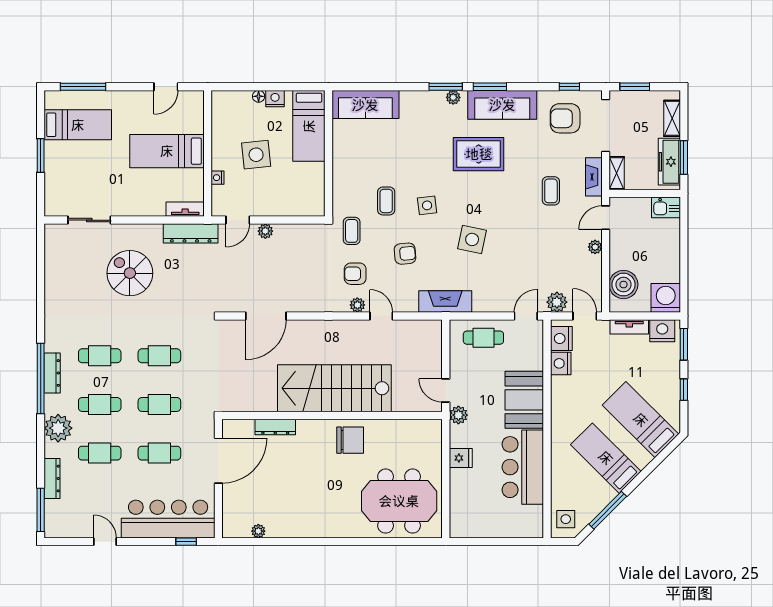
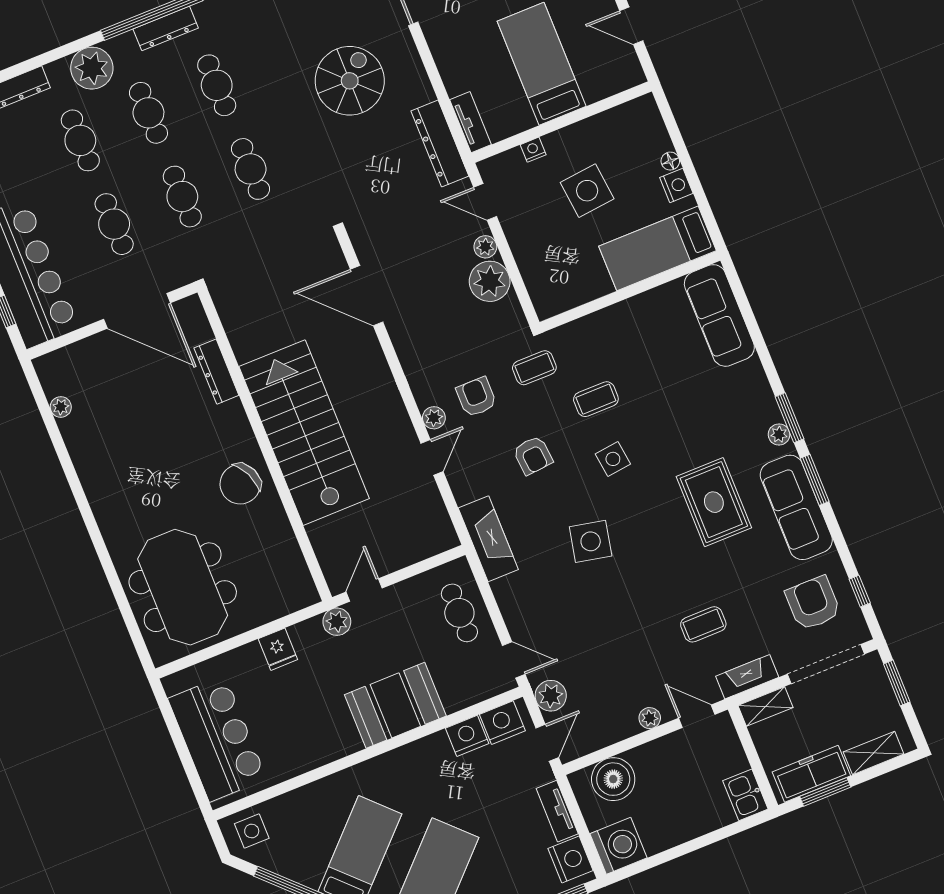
plant: (288, 237) -> (490, 281), added
chair: (350, 440) -> (240, 484), turned 66
bar counter: (523, 467) -> (217, 739), moved, turned 90

